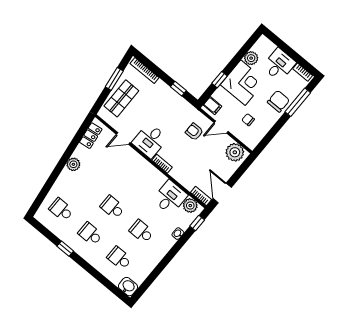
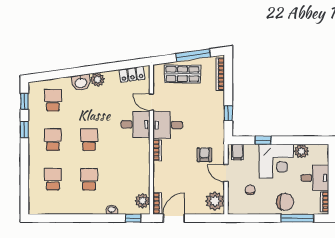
window: (114, 79) -> (193, 55), width x1.44
desk: (170, 197) -> (136, 124), moved
window: (45, 231) -> (24, 101), added
washbasin: (128, 287) -> (81, 83), moved, turned 82

